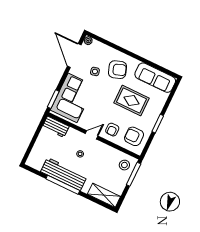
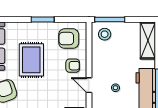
armchair: (134, 136) -> (69, 39), turned 90

